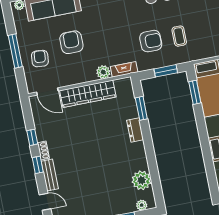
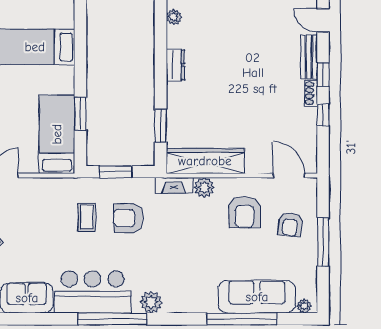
armchair: (71, 42) -> (245, 212), moved
window: (195, 92) -> (80, 114), moved
wardrobe: (88, 94) -> (205, 161), moved
dresser: (135, 130) -> (175, 65), moved
plant: (142, 180) -> (174, 17), width x0.53, depth x0.53

